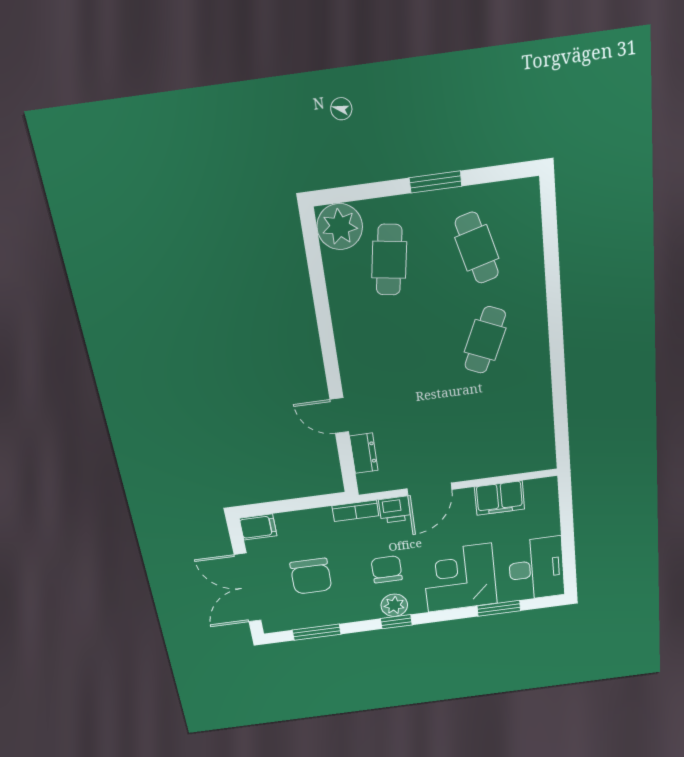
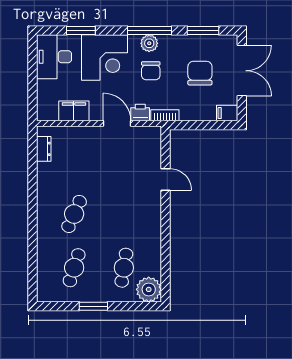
cafe table: (477, 248) -> (74, 268), turned 33
dresser: (364, 453) -> (44, 149), moved, turned 180
door: (429, 489) -> (117, 123), hinge flipped
window: (396, 622) -> (150, 30), width x2.17

